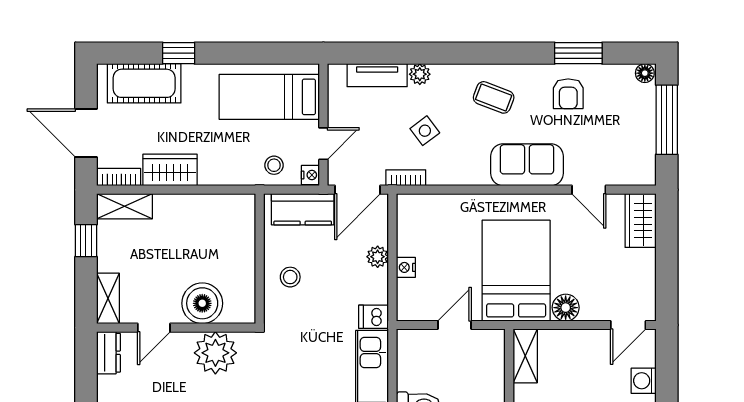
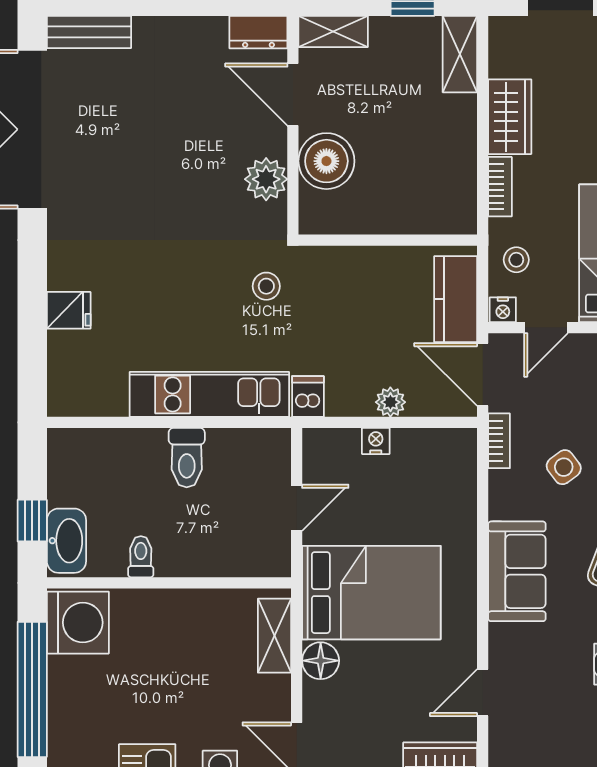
door: (323, 144) -> (546, 328), hinge flipped
sofa: (527, 165) -> (517, 571), moved
bookcase: (119, 177) -> (500, 187), moved
stool: (290, 277) -> (266, 286), moved
door: (454, 325) -> (297, 508), hinge flipped
door: (154, 328) -> (293, 95), width x1.38
plant: (215, 353) -> (266, 179), width x0.73, depth x0.73
shelving: (525, 356) -> (274, 636), moved, turned 90

